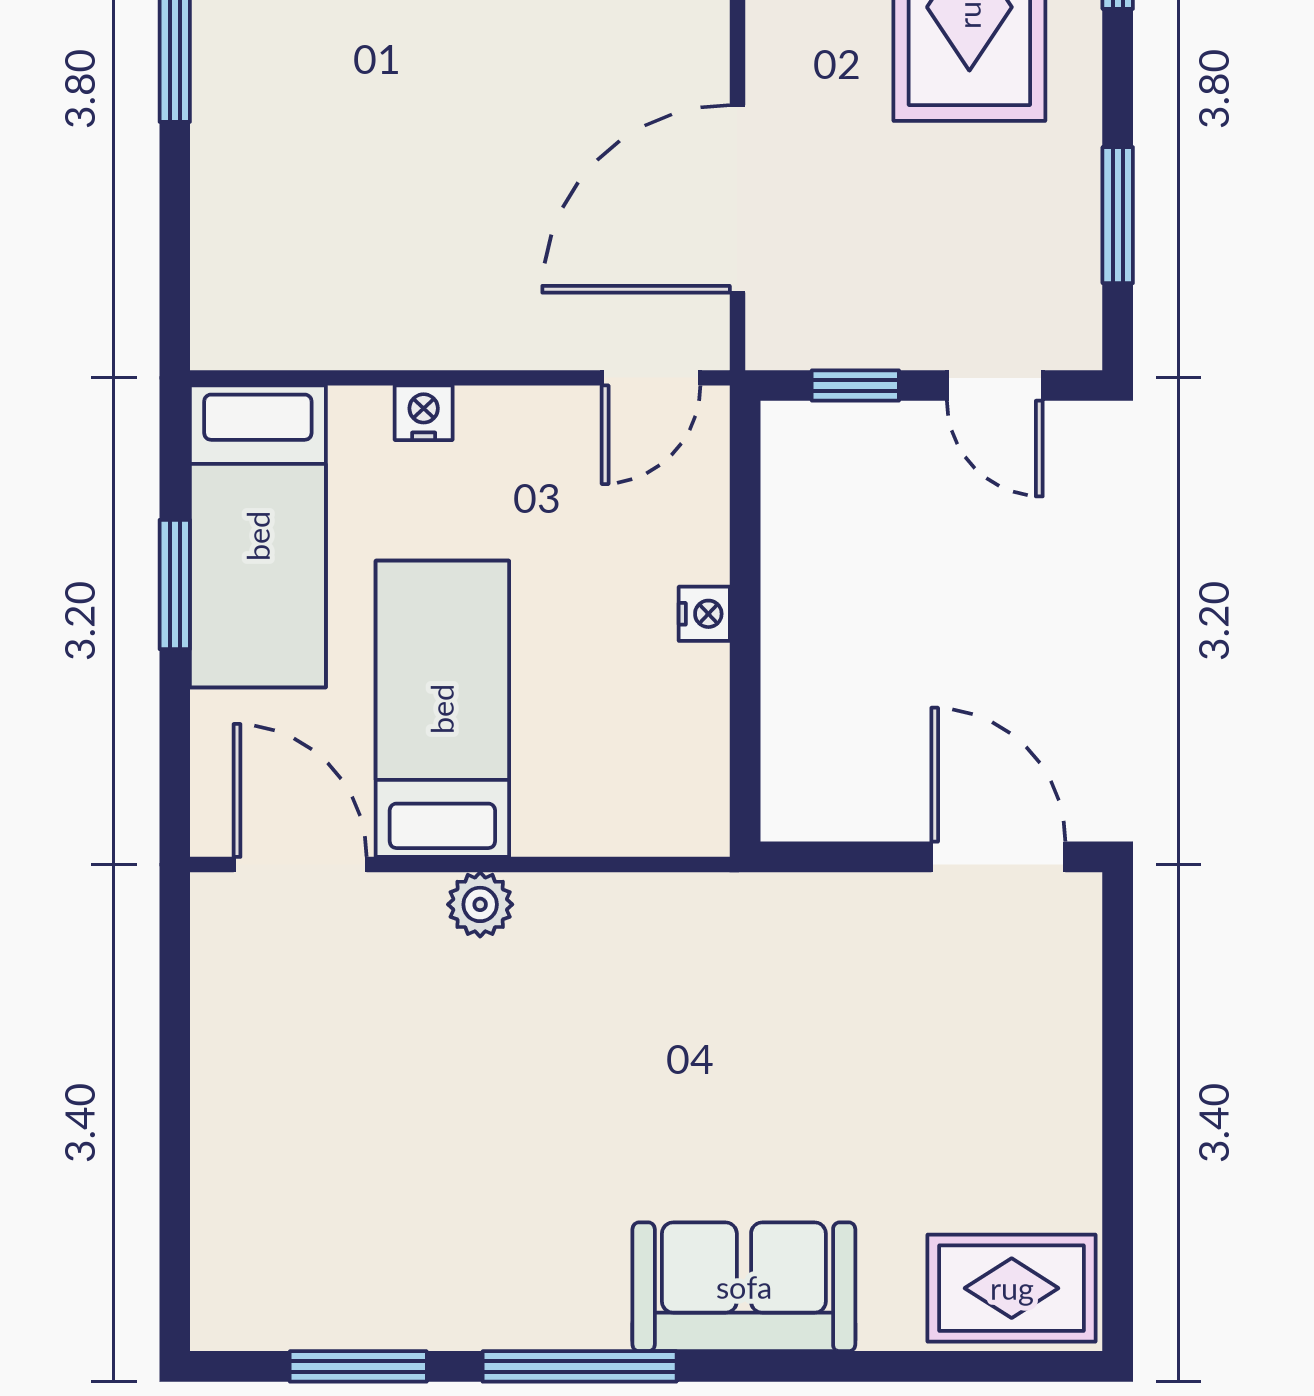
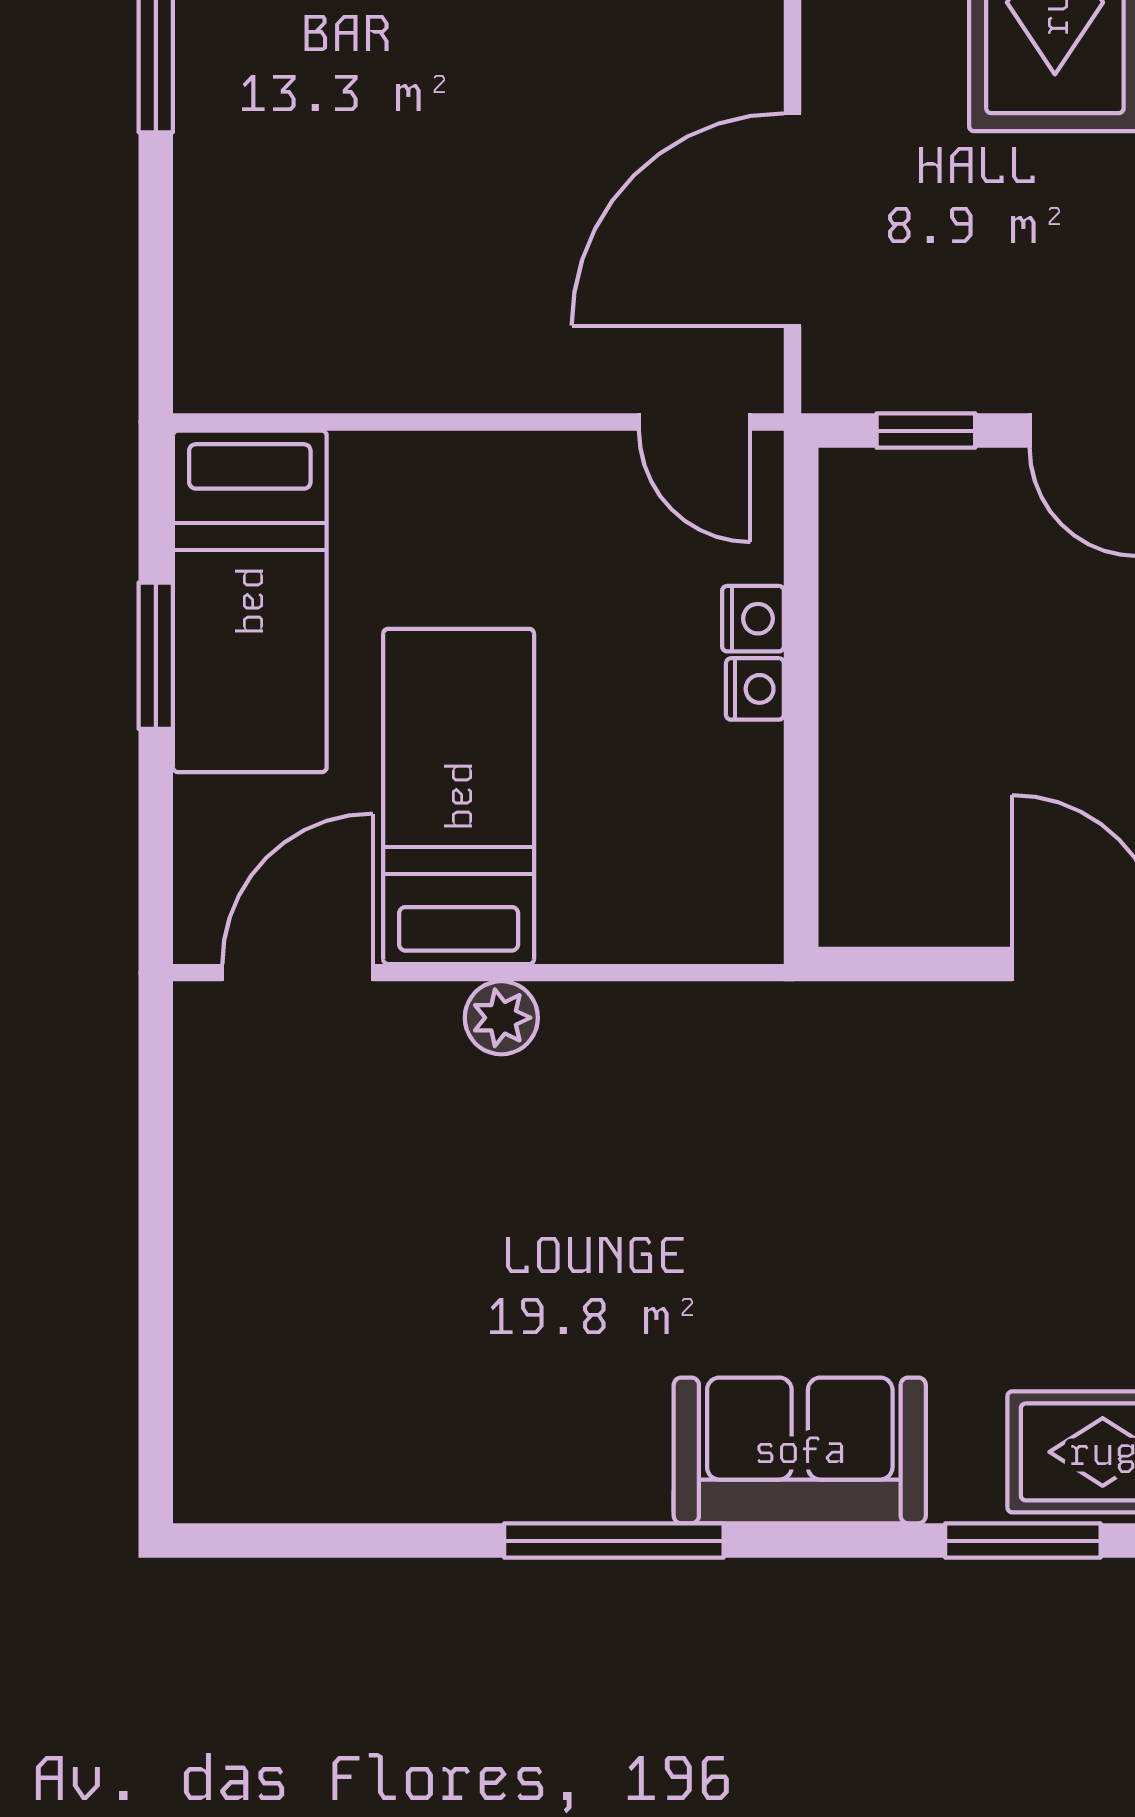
door: (651, 378) -> (695, 422), hinge flipped
nightstand: (424, 413) -> (753, 619), moved, turned 90
door: (300, 865) -> (298, 973), hinge flipped
window: (358, 1366) -> (1023, 1541), moved

